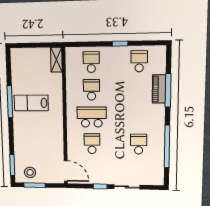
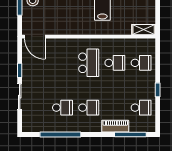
window: (168, 90) -> (130, 135), moved
school desk: (92, 144) -> (89, 108), moved
door: (66, 171) -> (35, 37), hinge flipped

